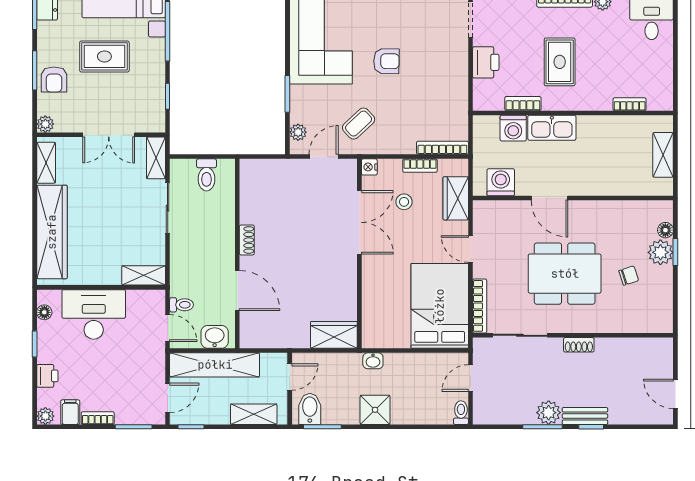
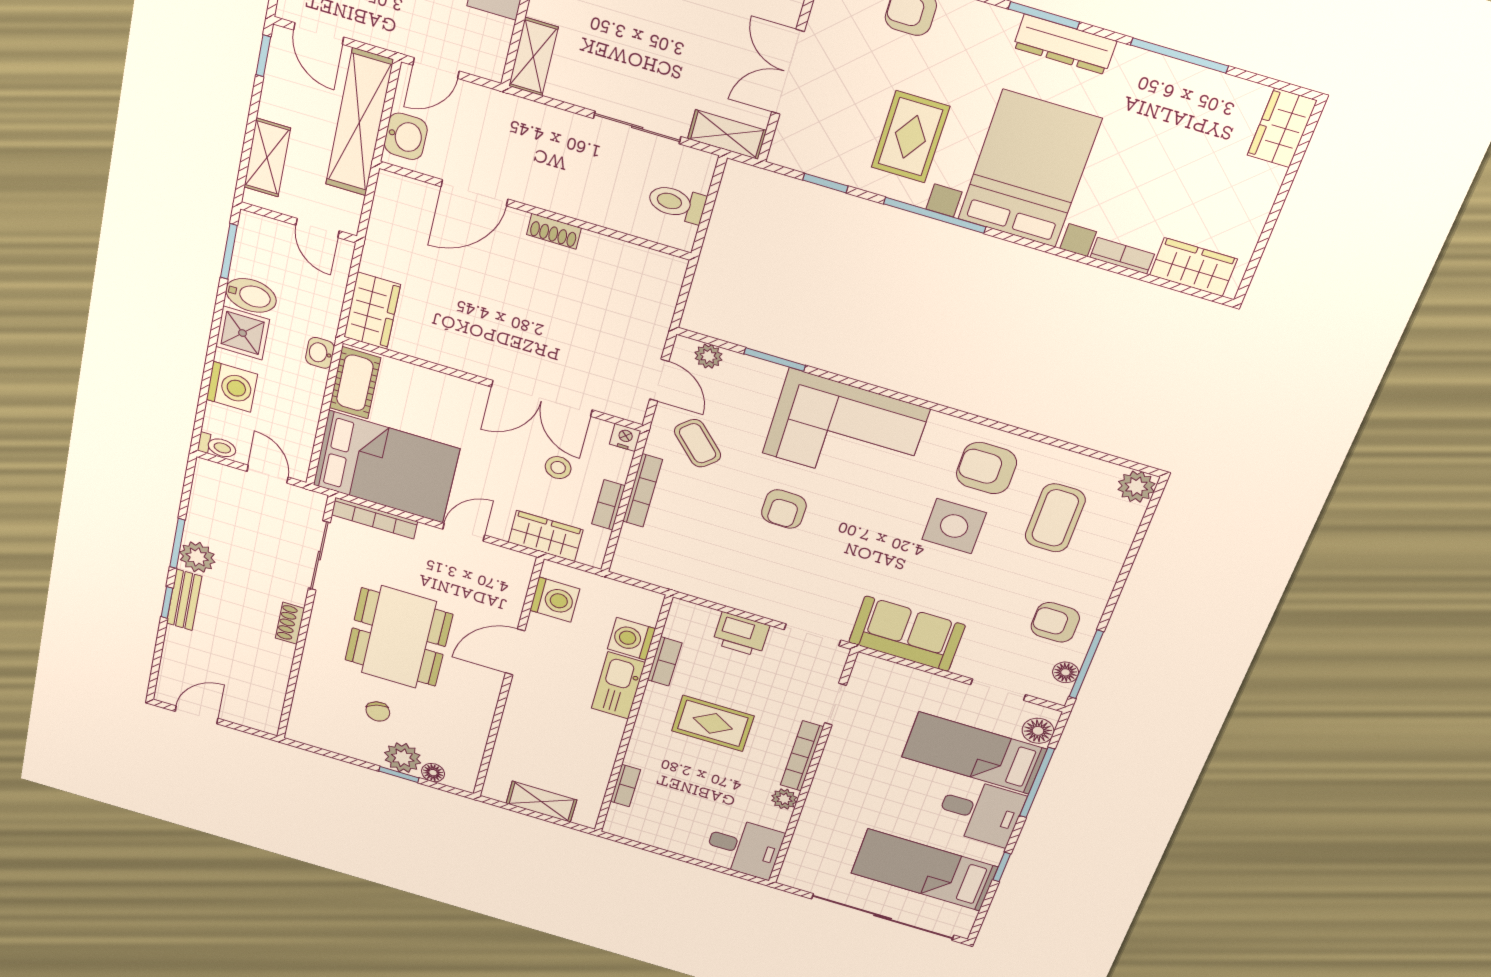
rug: (104, 56) -> (910, 137), moved
bookcase: (442, 148) -> (643, 491), moved
toilet: (182, 305) -> (470, 101), removed
cot: (387, 336) -> (355, 383), added
bidet: (310, 409) -> (251, 295), moved
washing machine: (415, 410) -> (232, 387), added

